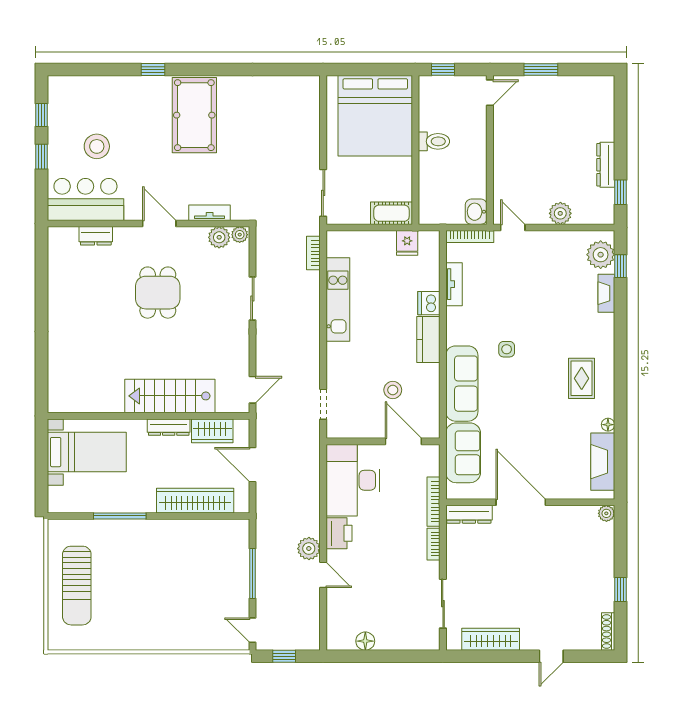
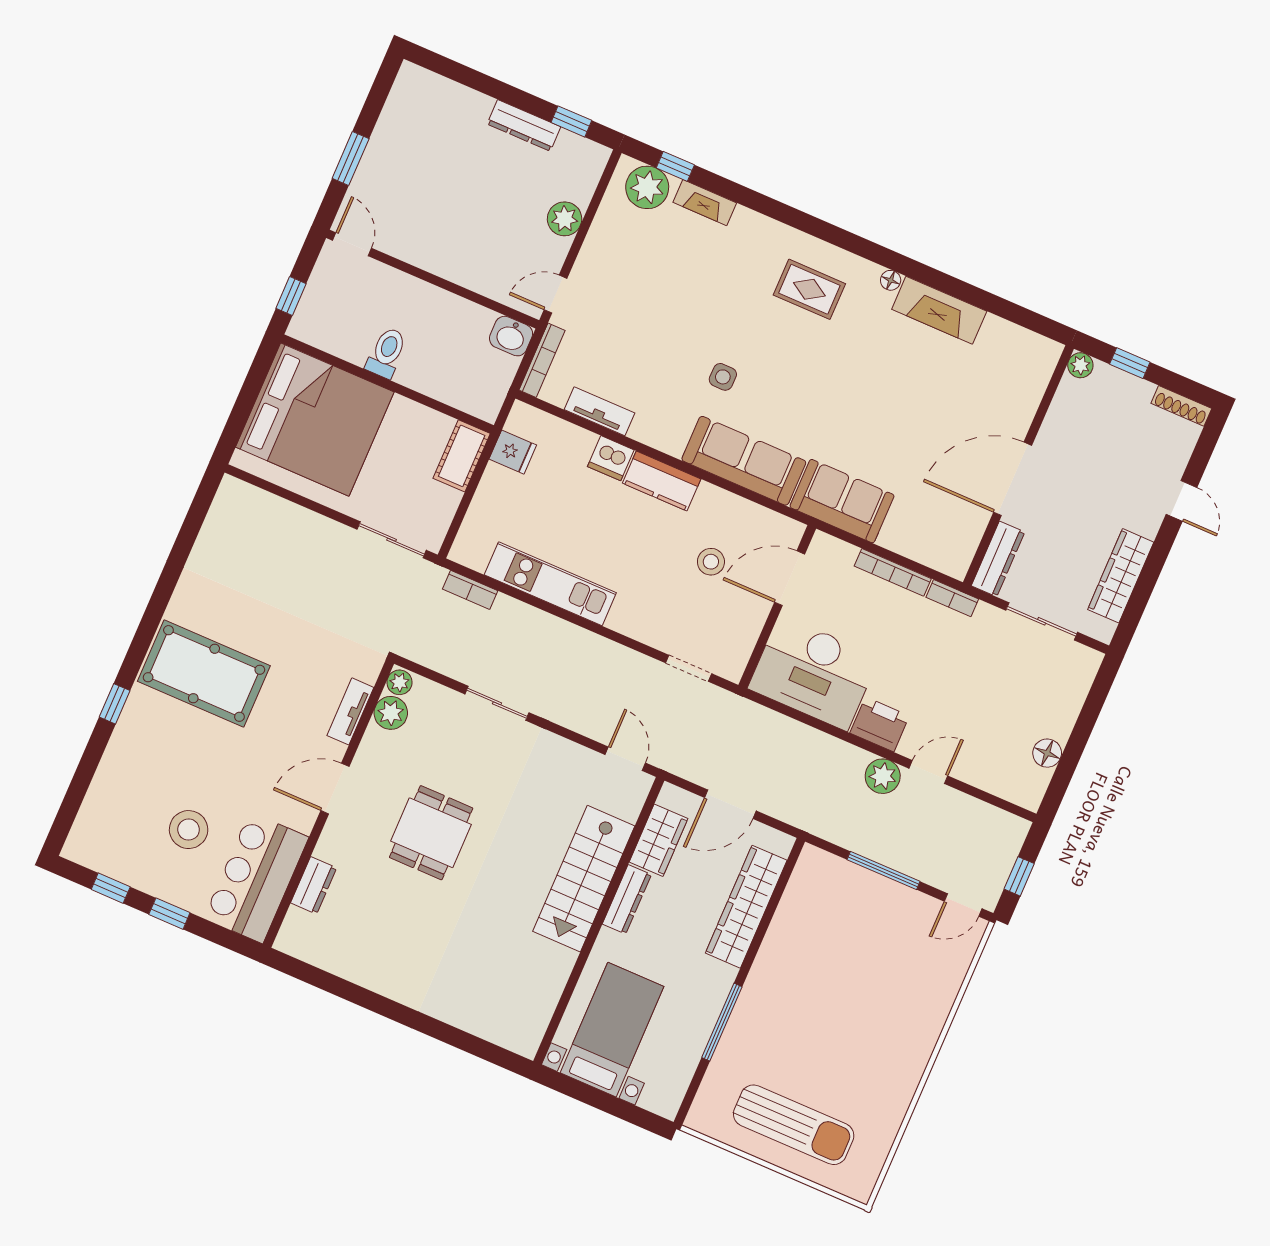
dining table: (158, 293) -> (431, 833), turned 90
door: (521, 502) -> (1013, 479), moved
wall: (530, 502) -> (1018, 466), moved
plant: (606, 513) -> (1080, 365), moved
dresser: (469, 514) -> (998, 559), moved

